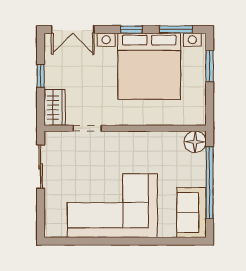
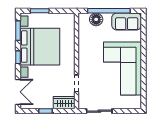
floor lamp: (195, 142) -> (96, 19), moved

